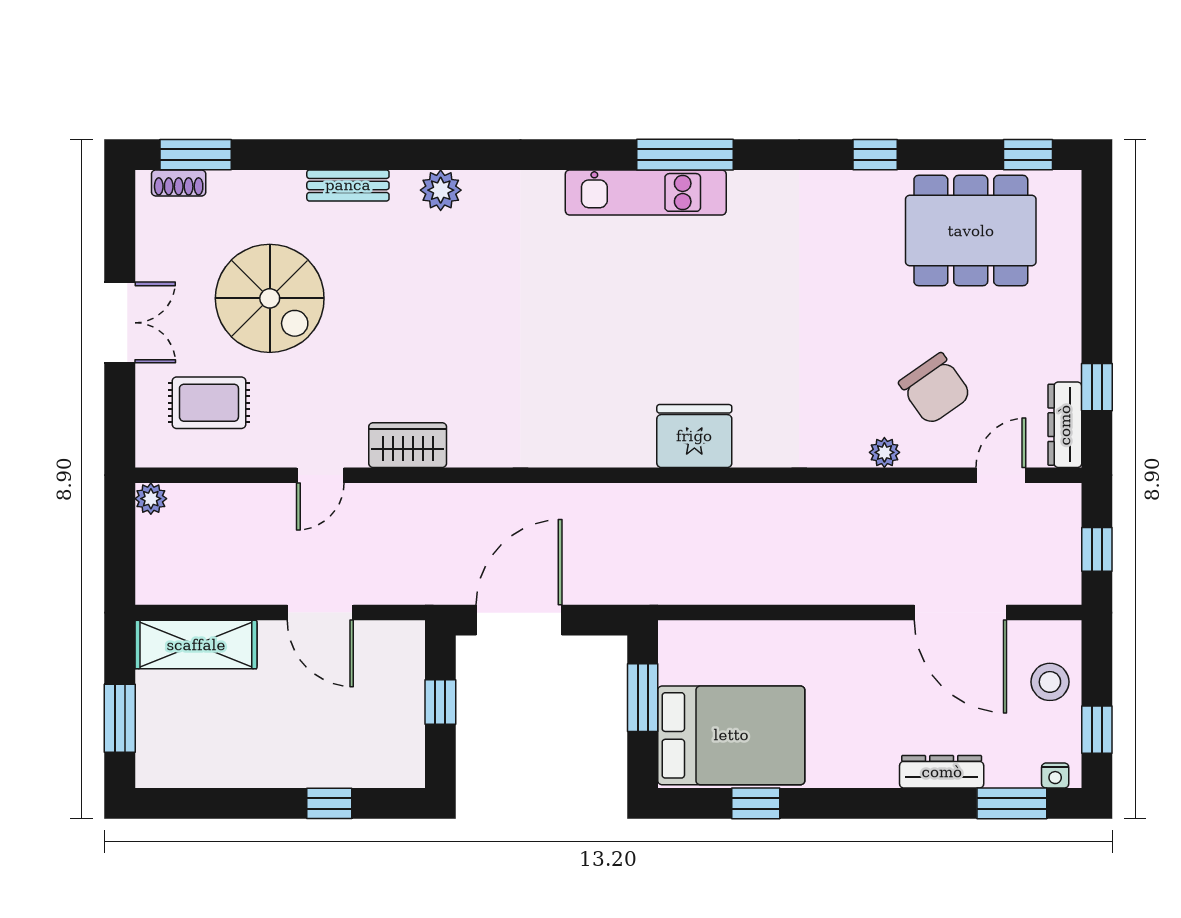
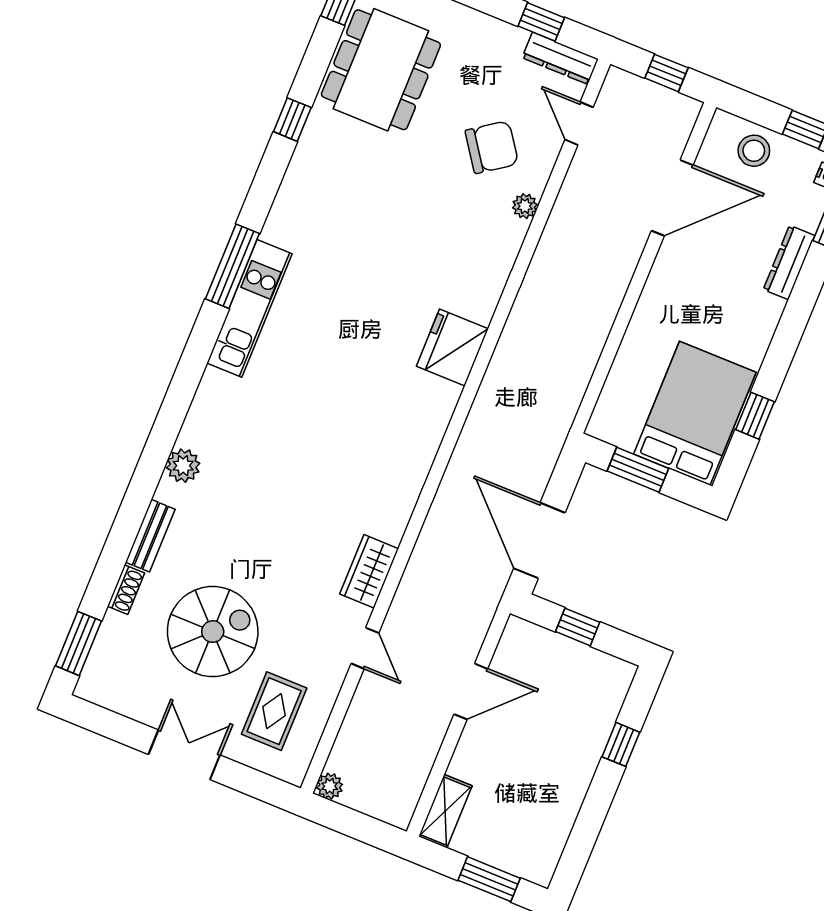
shoe rack: (179, 183) -> (126, 590), moved
shelving: (196, 645) -> (445, 811), width x0.67, depth x0.75

